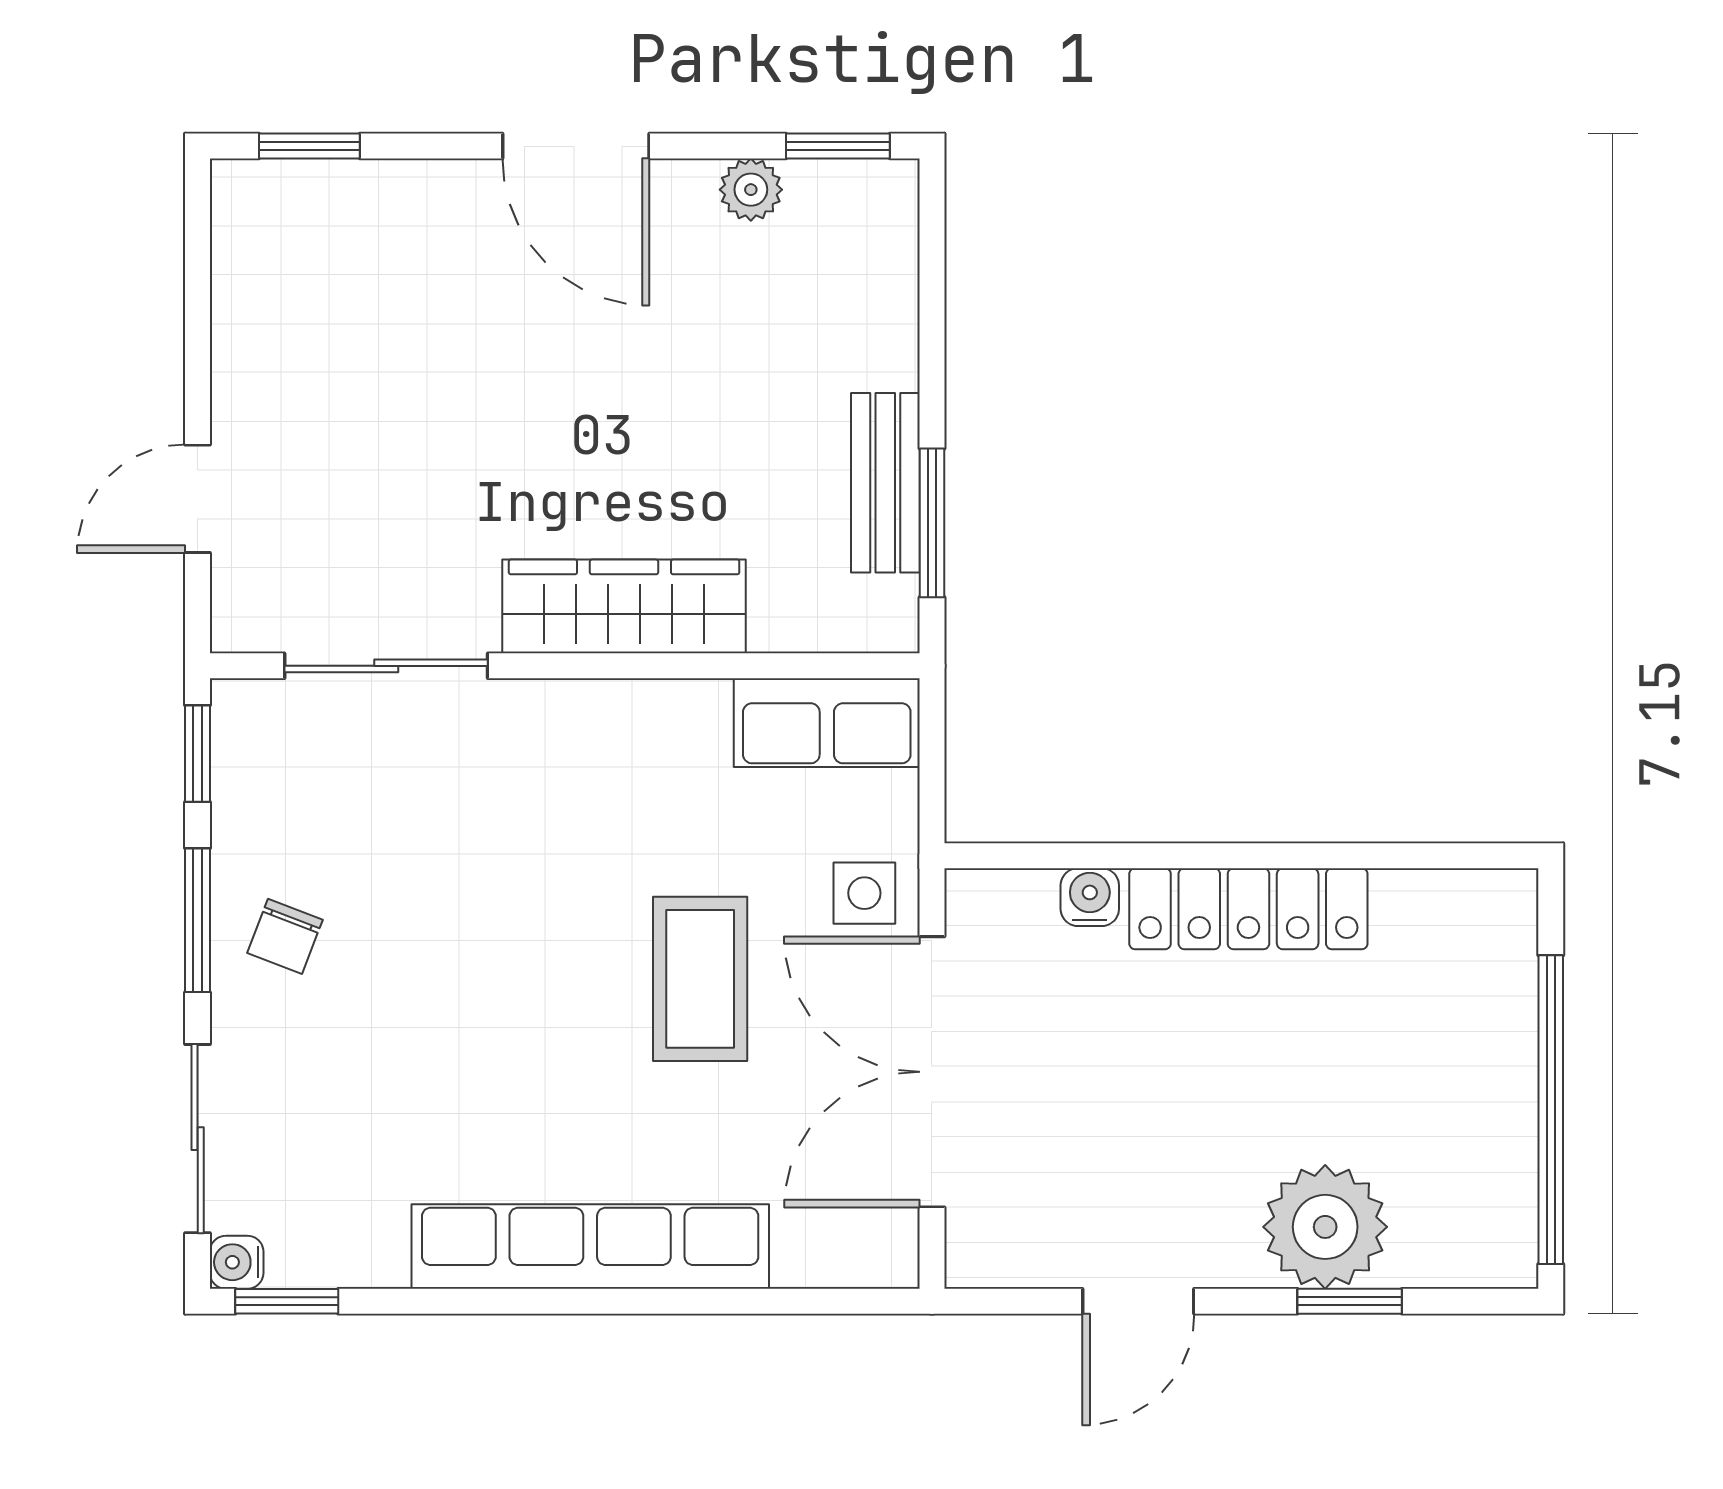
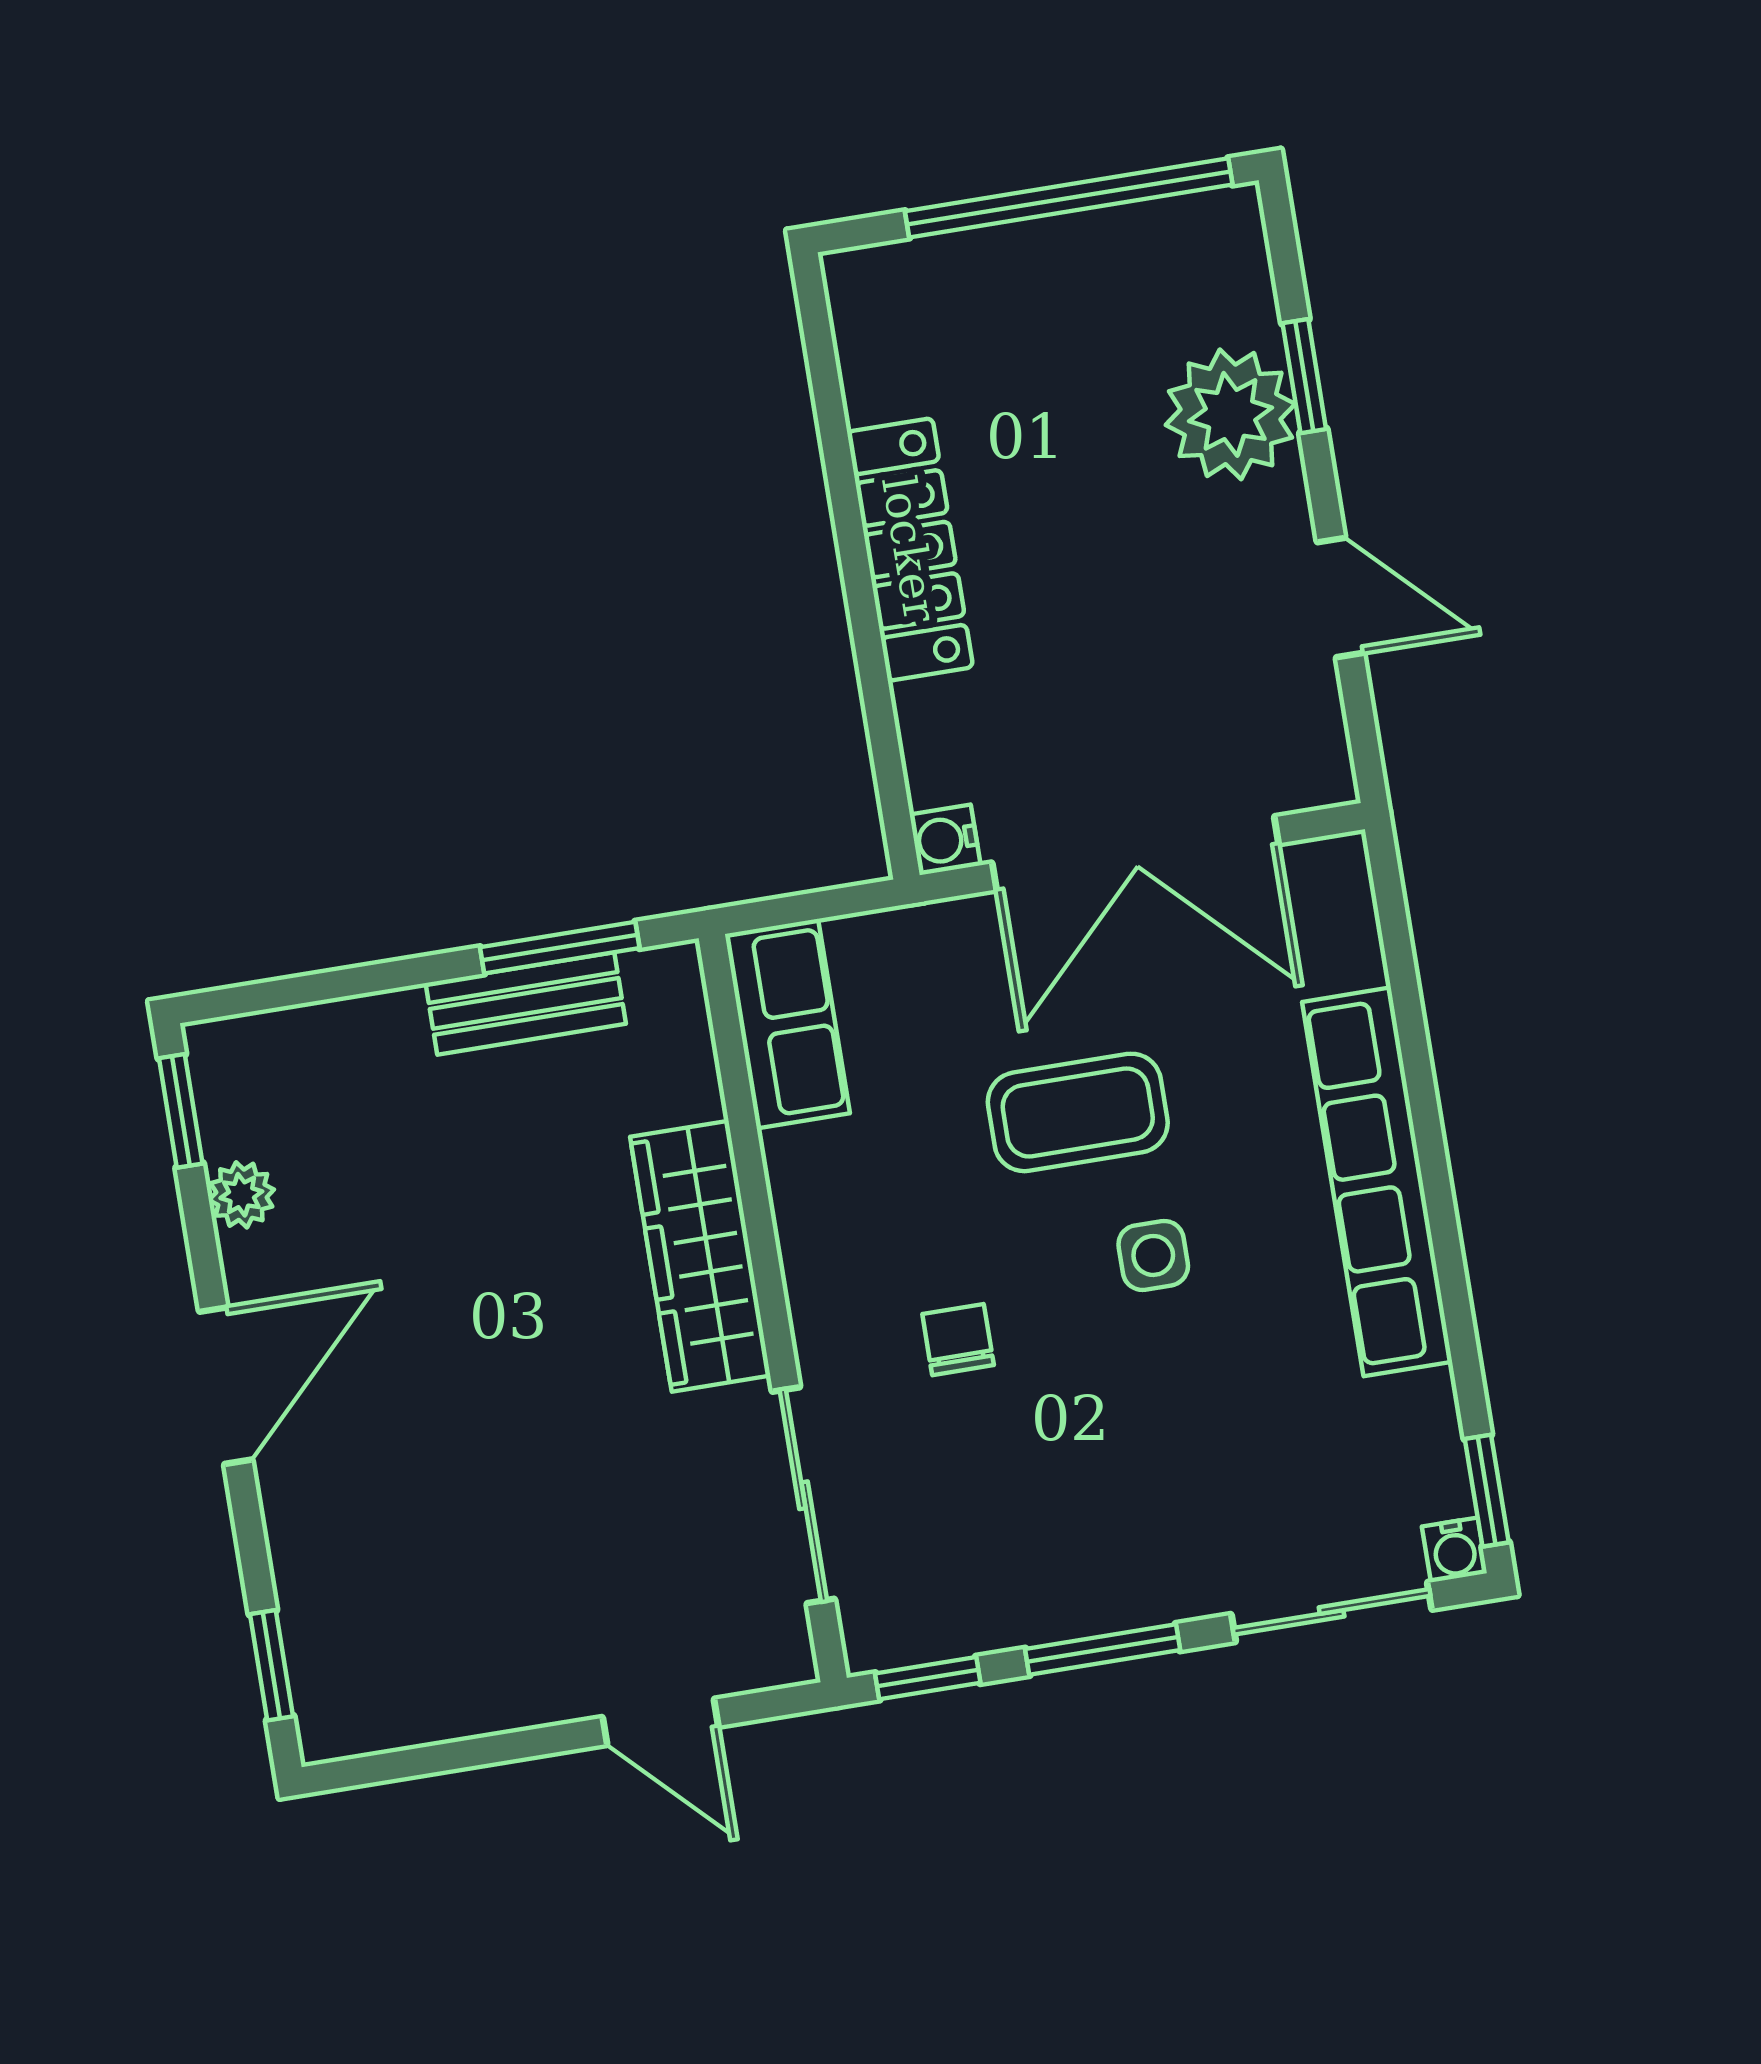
side table: (864, 893) -> (1153, 1255), moved
water cooler: (1090, 897) -> (945, 840), moved
chair: (285, 936) -> (958, 1340), moved, turned -111

